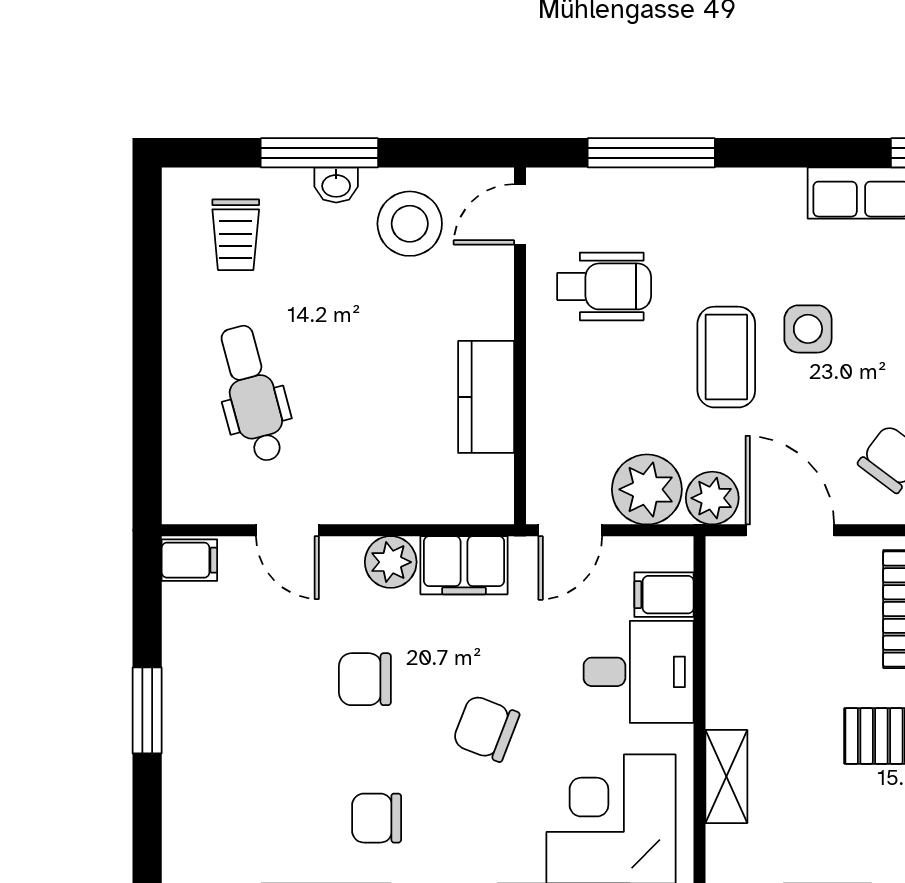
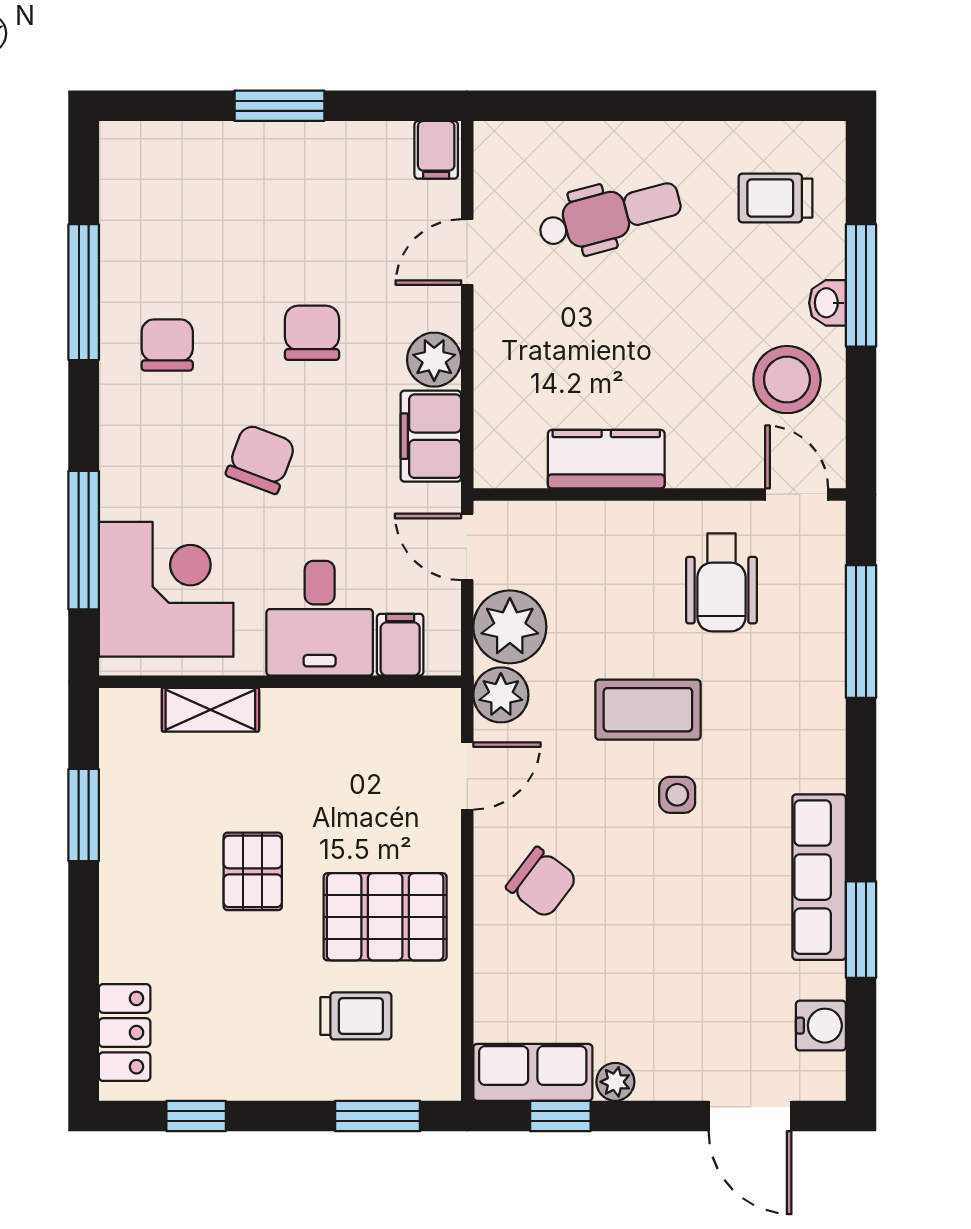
side table: (808, 329) -> (677, 795), width x0.73, depth x0.73
door: (790, 530) -> (467, 776), width x0.73

